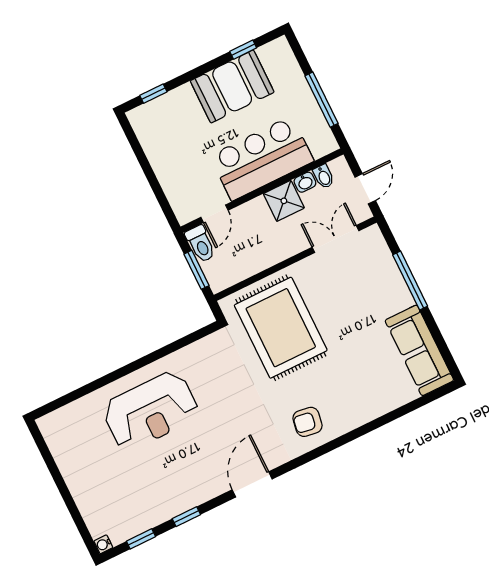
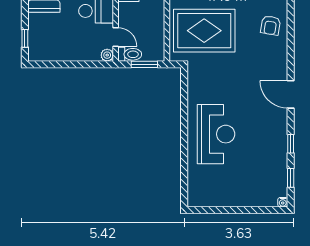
plant: (185, 214) -> (107, 55), added
armchair: (308, 422) -> (270, 25), moved

